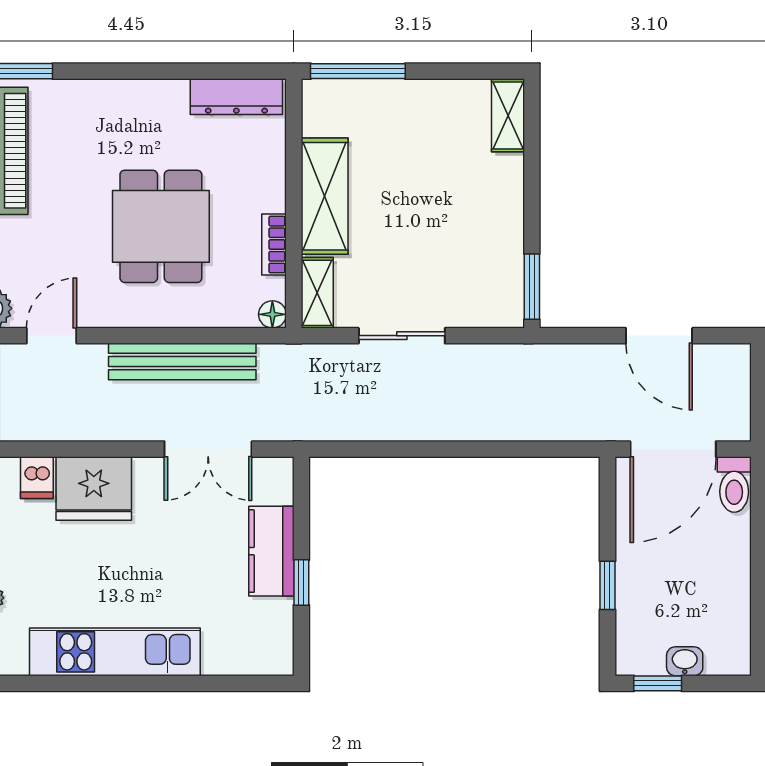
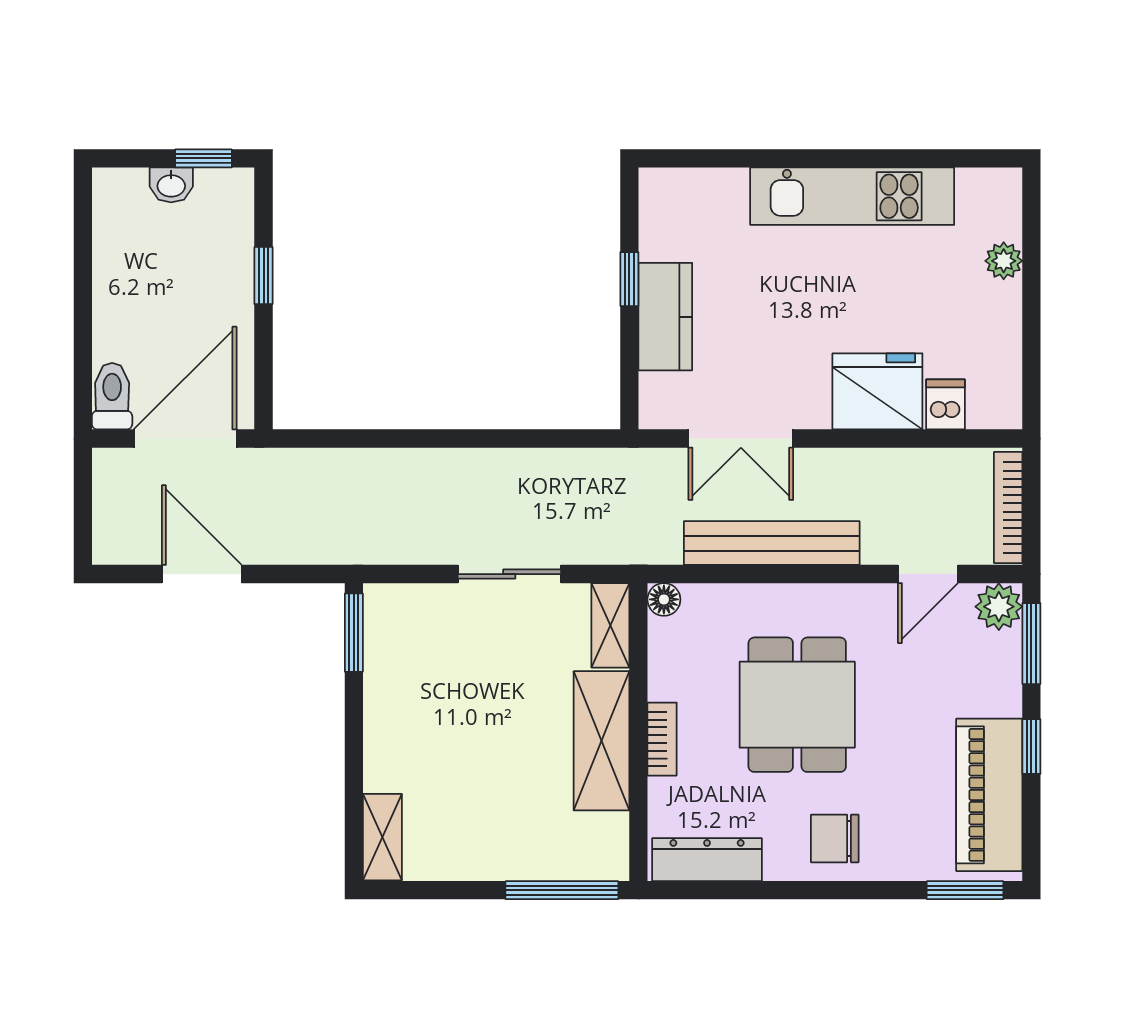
chair: (129, 114) -> (835, 838), added
bookcase: (274, 245) -> (662, 739), moved
double door: (208, 449) -> (741, 439), swing flipped

